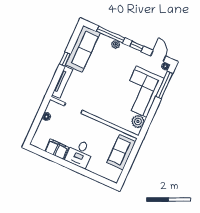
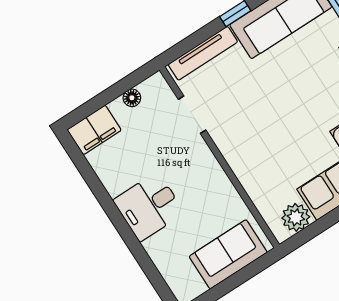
filing cabinet: (57, 149) -> (94, 130), moved, turned 90

